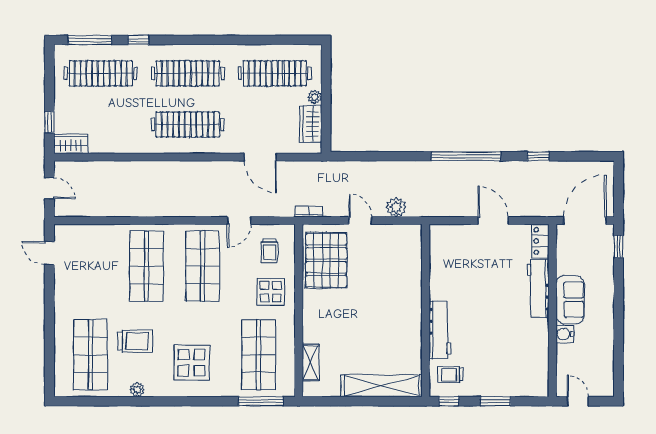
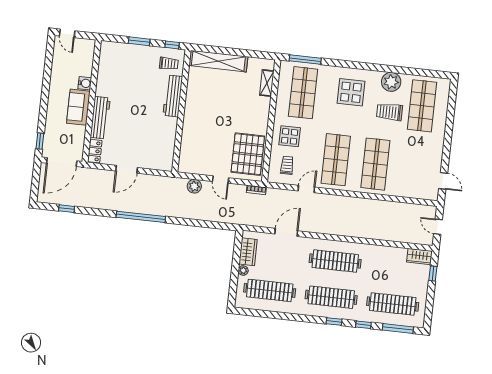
window: (180, 40) -> (334, 321), added
window: (538, 156) -> (67, 209), moved
door: (260, 157) -> (286, 232), hinge flipped
door: (493, 221) -> (127, 169), hinge flipped
plant: (137, 390) -> (391, 82), width x1.87, depth x1.87
door: (578, 401) -> (67, 33), moved

